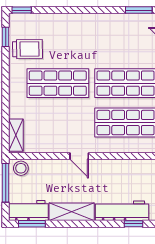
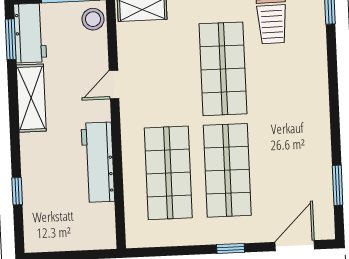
door: (79, 156) -> (114, 85), moved
workbench: (122, 211) -> (98, 162), moved, turned 180

